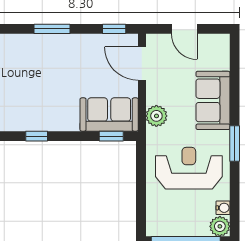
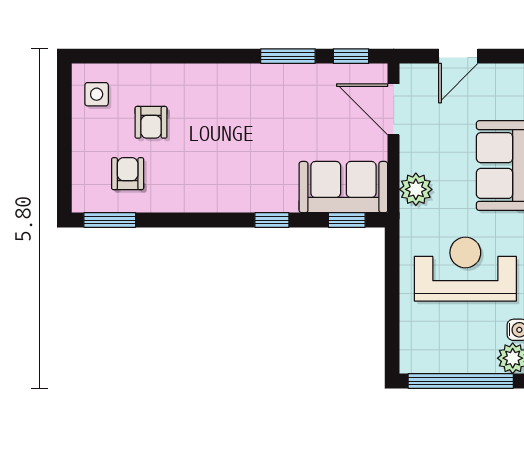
window: (52, 29) -> (288, 56), moved
door: (184, 29) -> (458, 56), hinge flipped
window: (37, 136) -> (272, 220), moved

